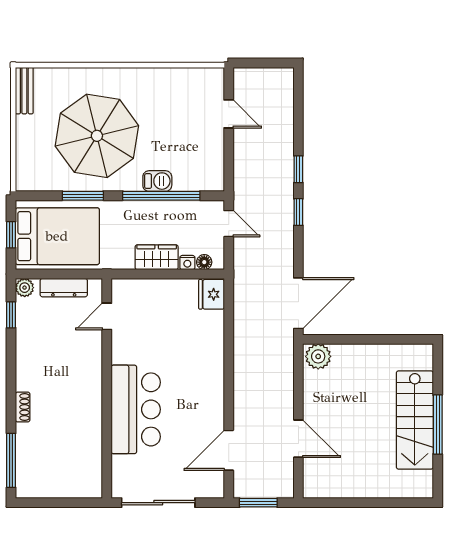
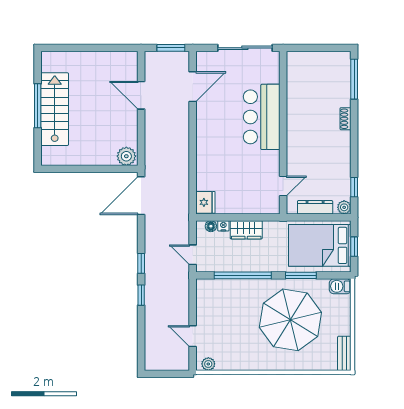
plant: (208, 76) -> (208, 364), added
barbecue: (157, 181) -> (340, 286), moved

